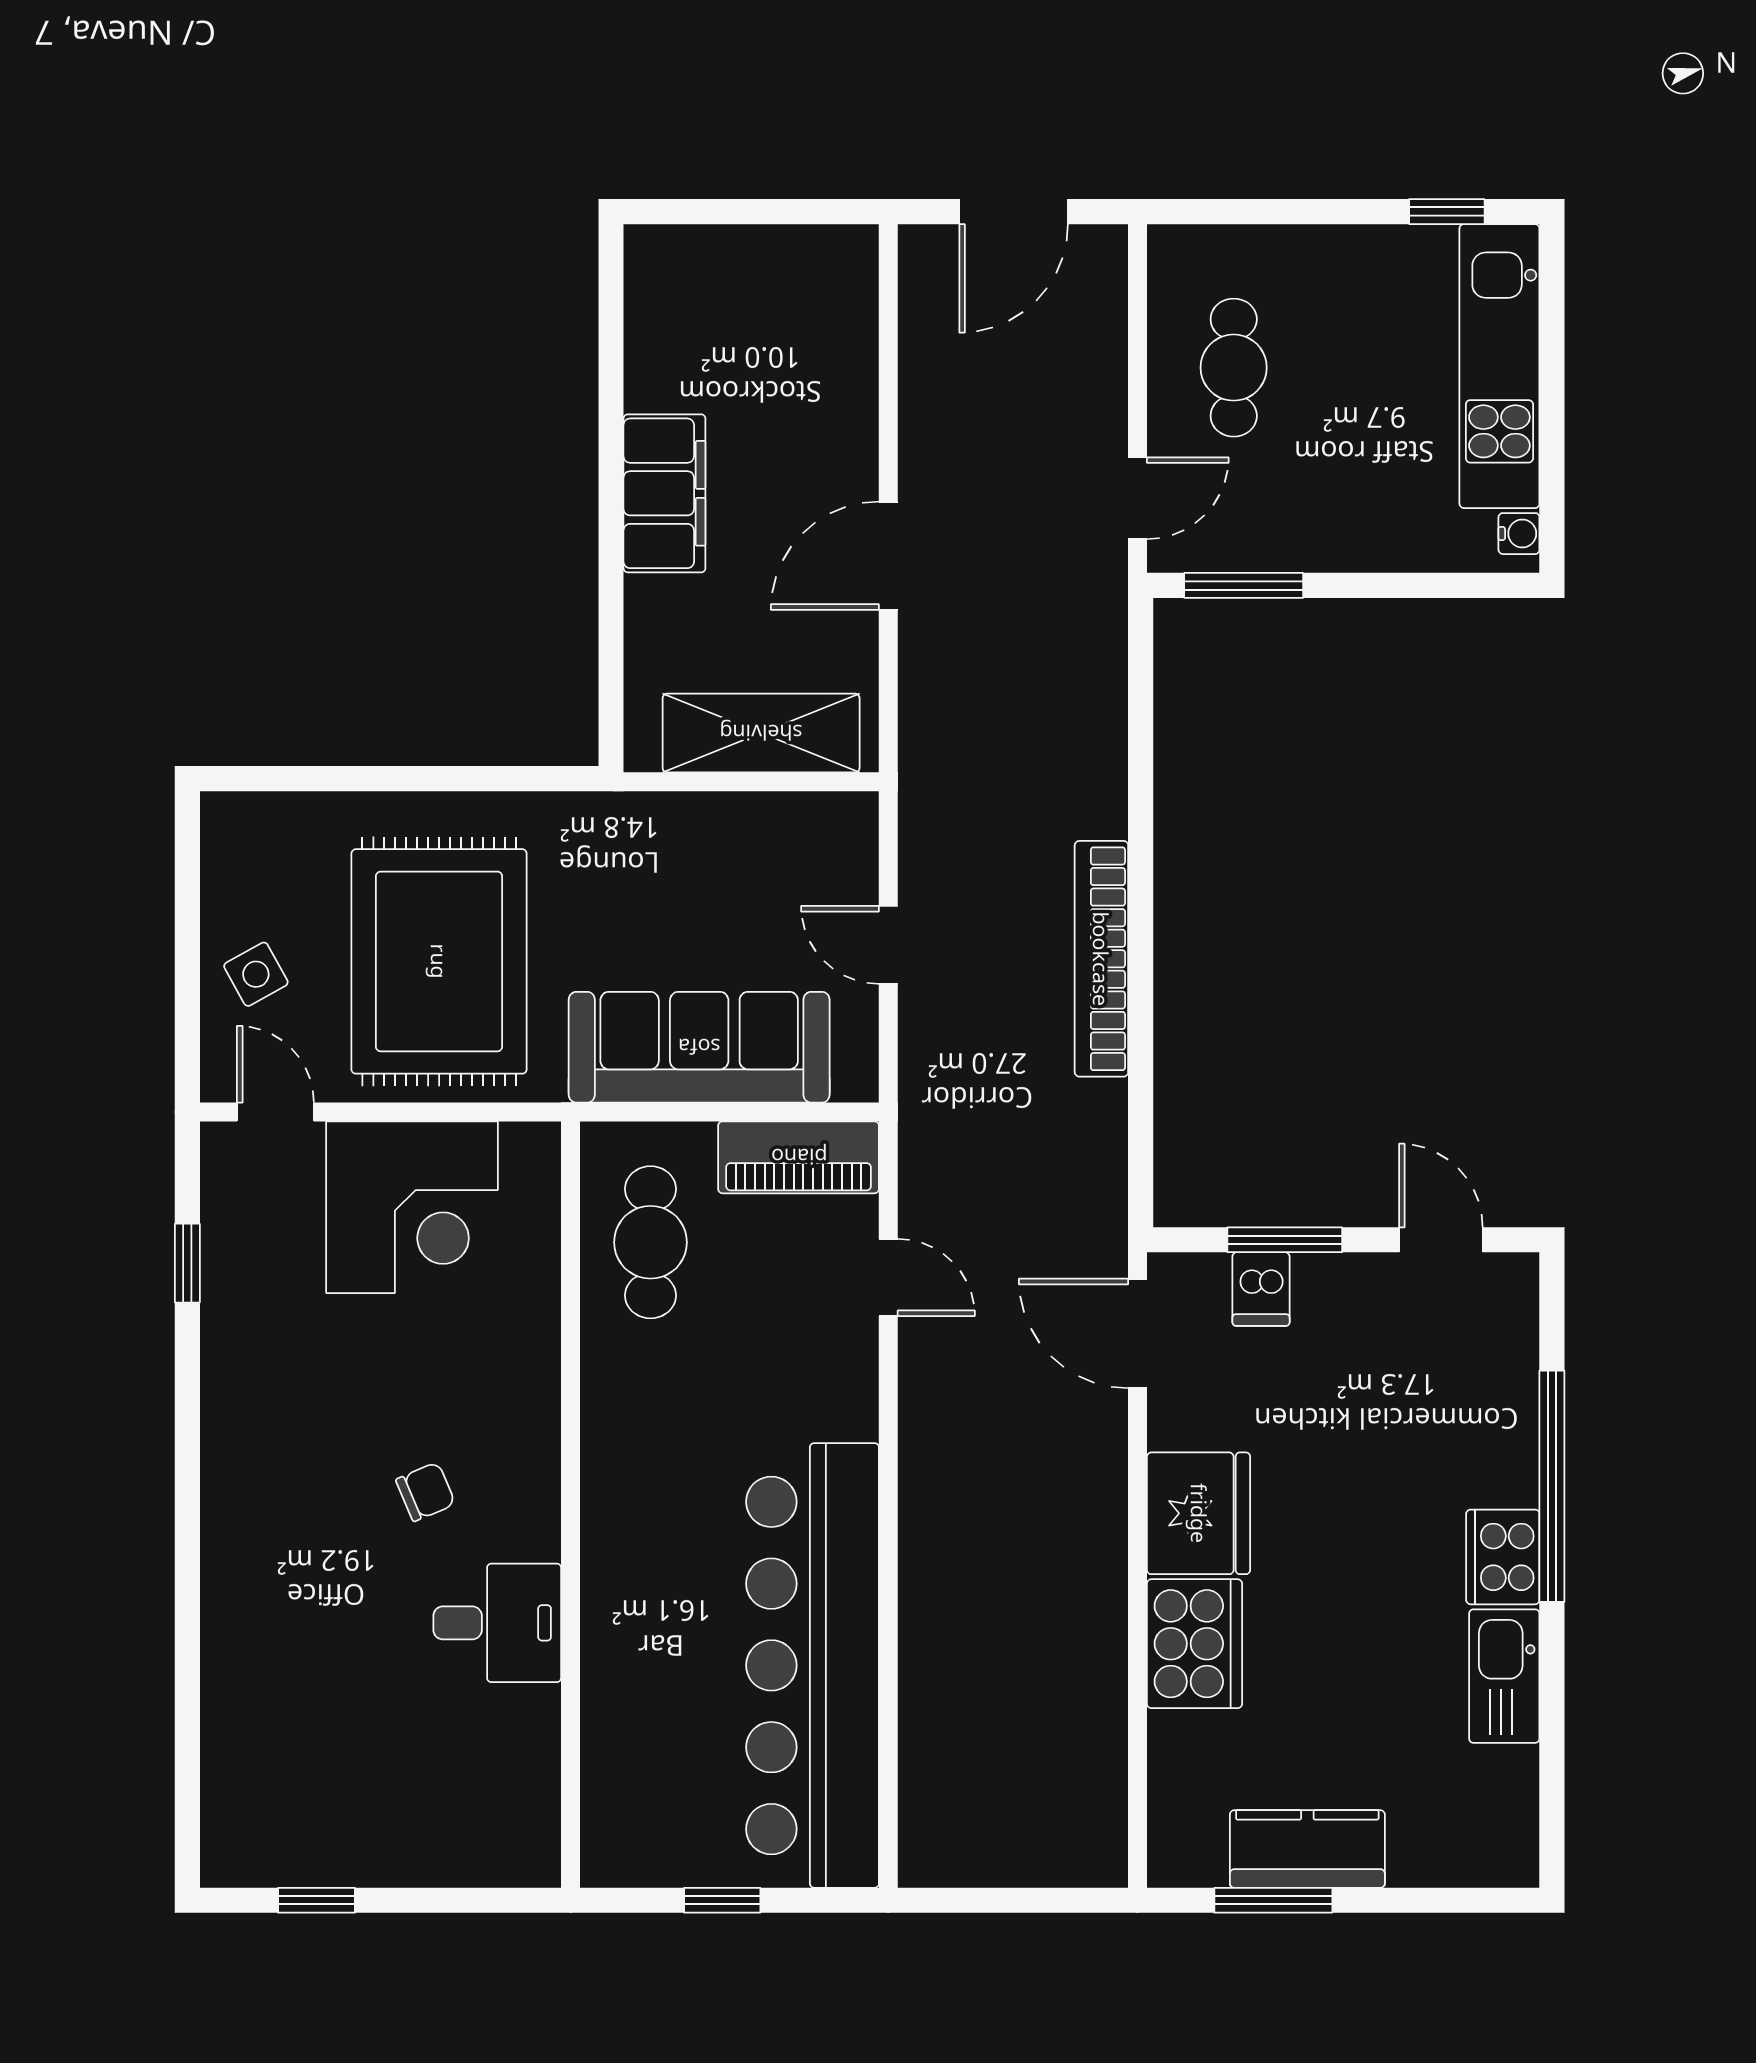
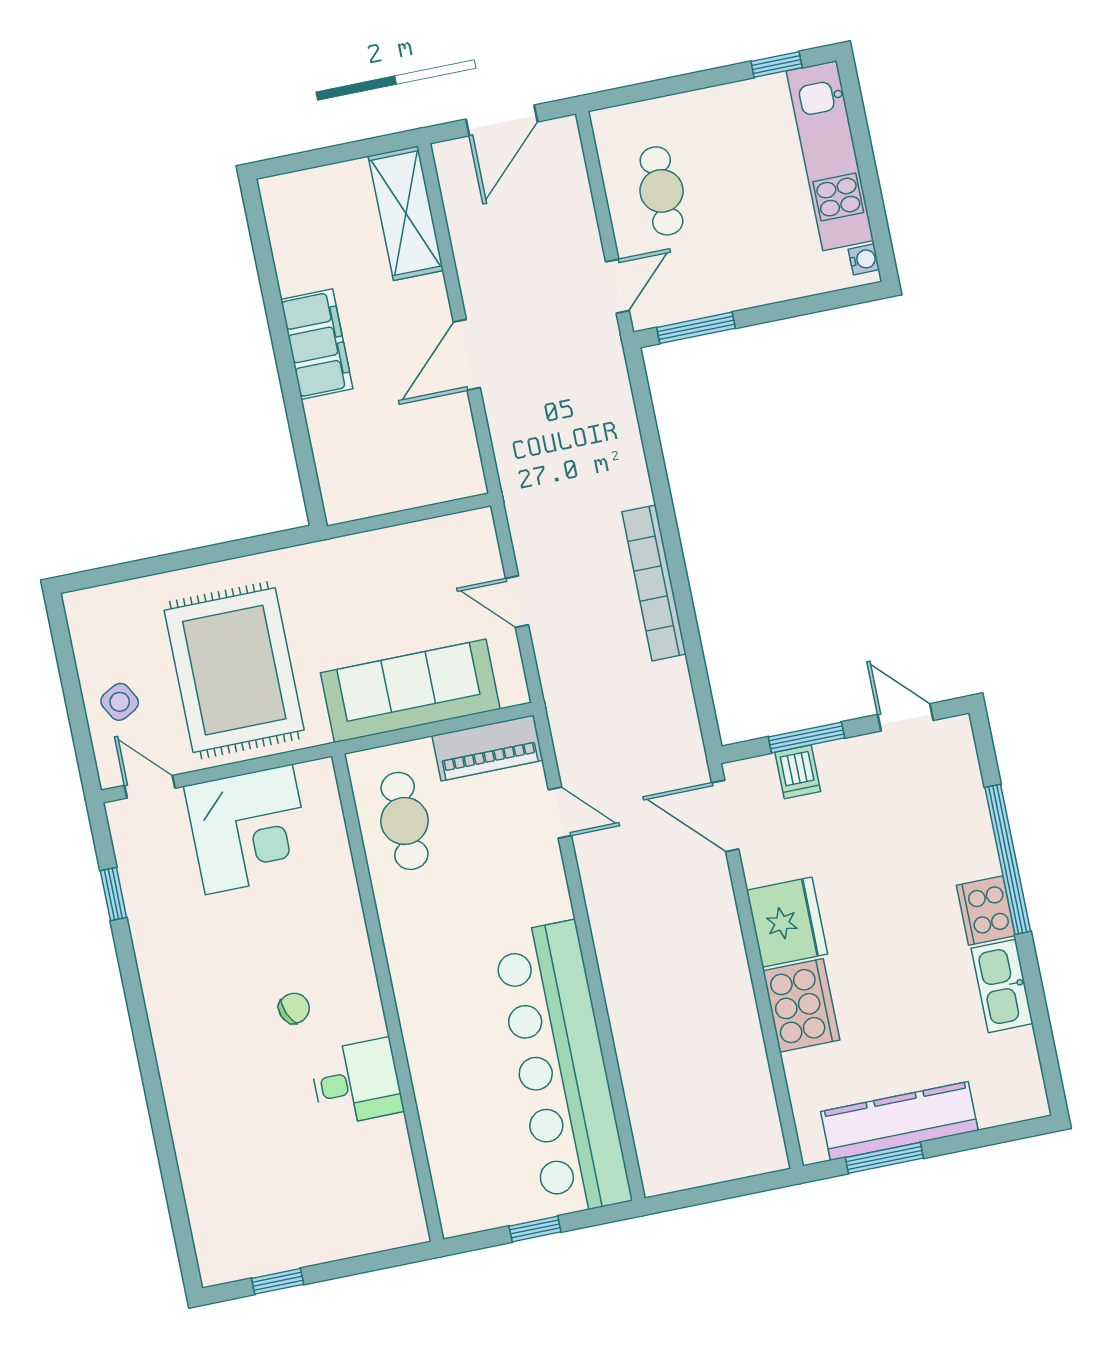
shelving: (761, 733) -> (406, 213), moved, turned 90
kitchen counter: (1307, 1849) -> (899, 1121), width x1.50

